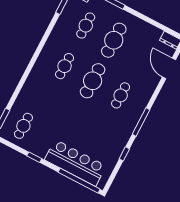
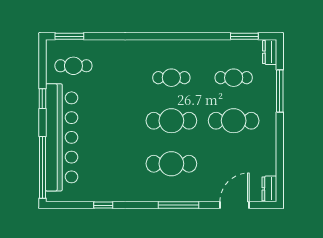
cafe table: (121, 95) -> (171, 164), width x1.37, depth x1.35
window: (141, 122) -> (179, 205), moved
bar counter: (75, 163) -> (62, 137), width x1.36

